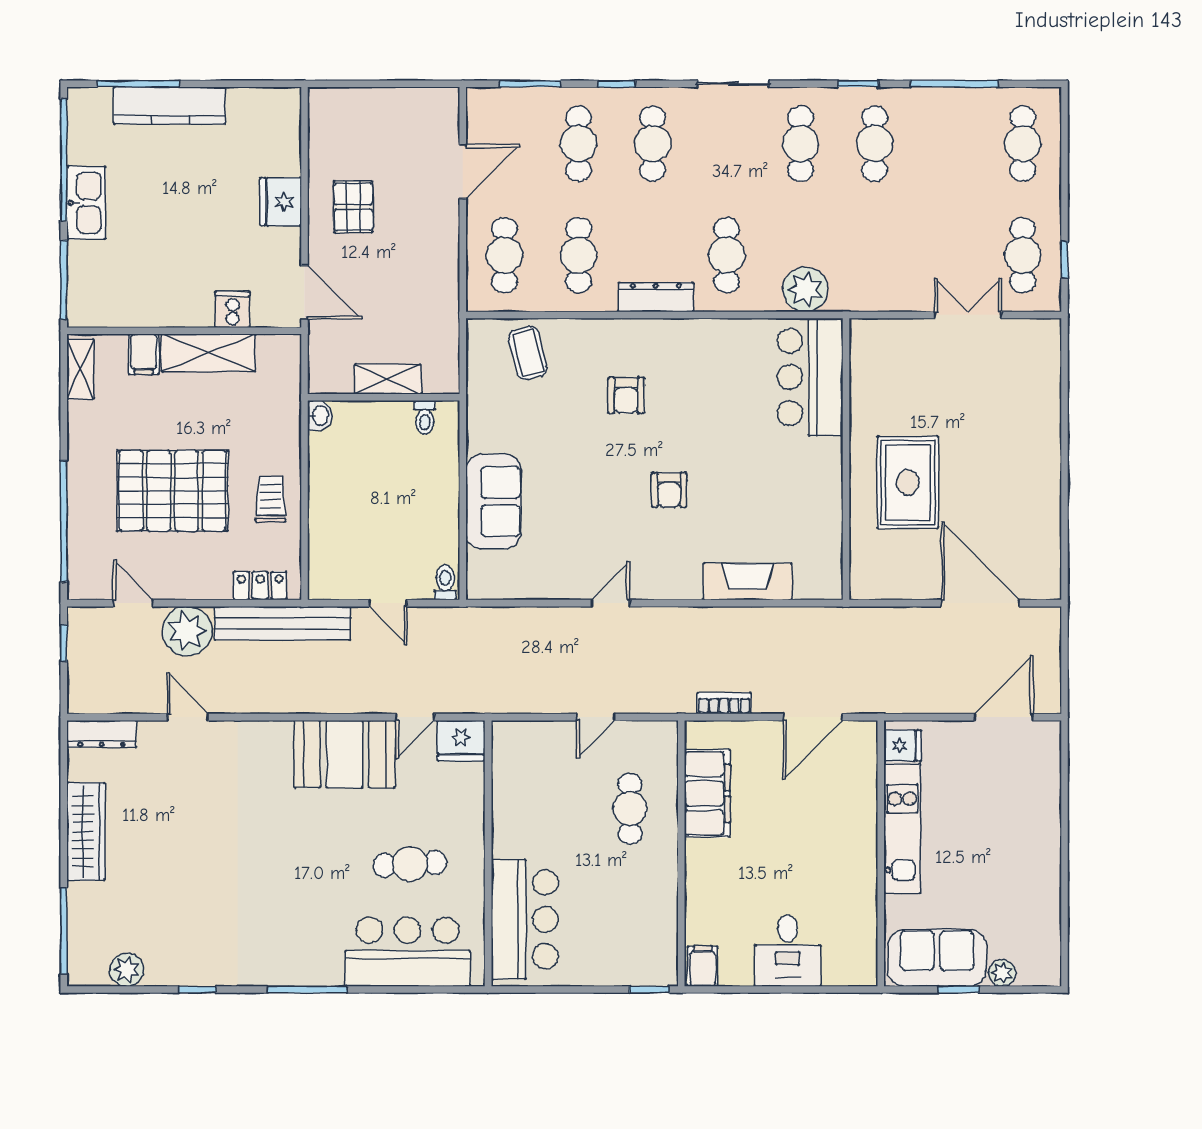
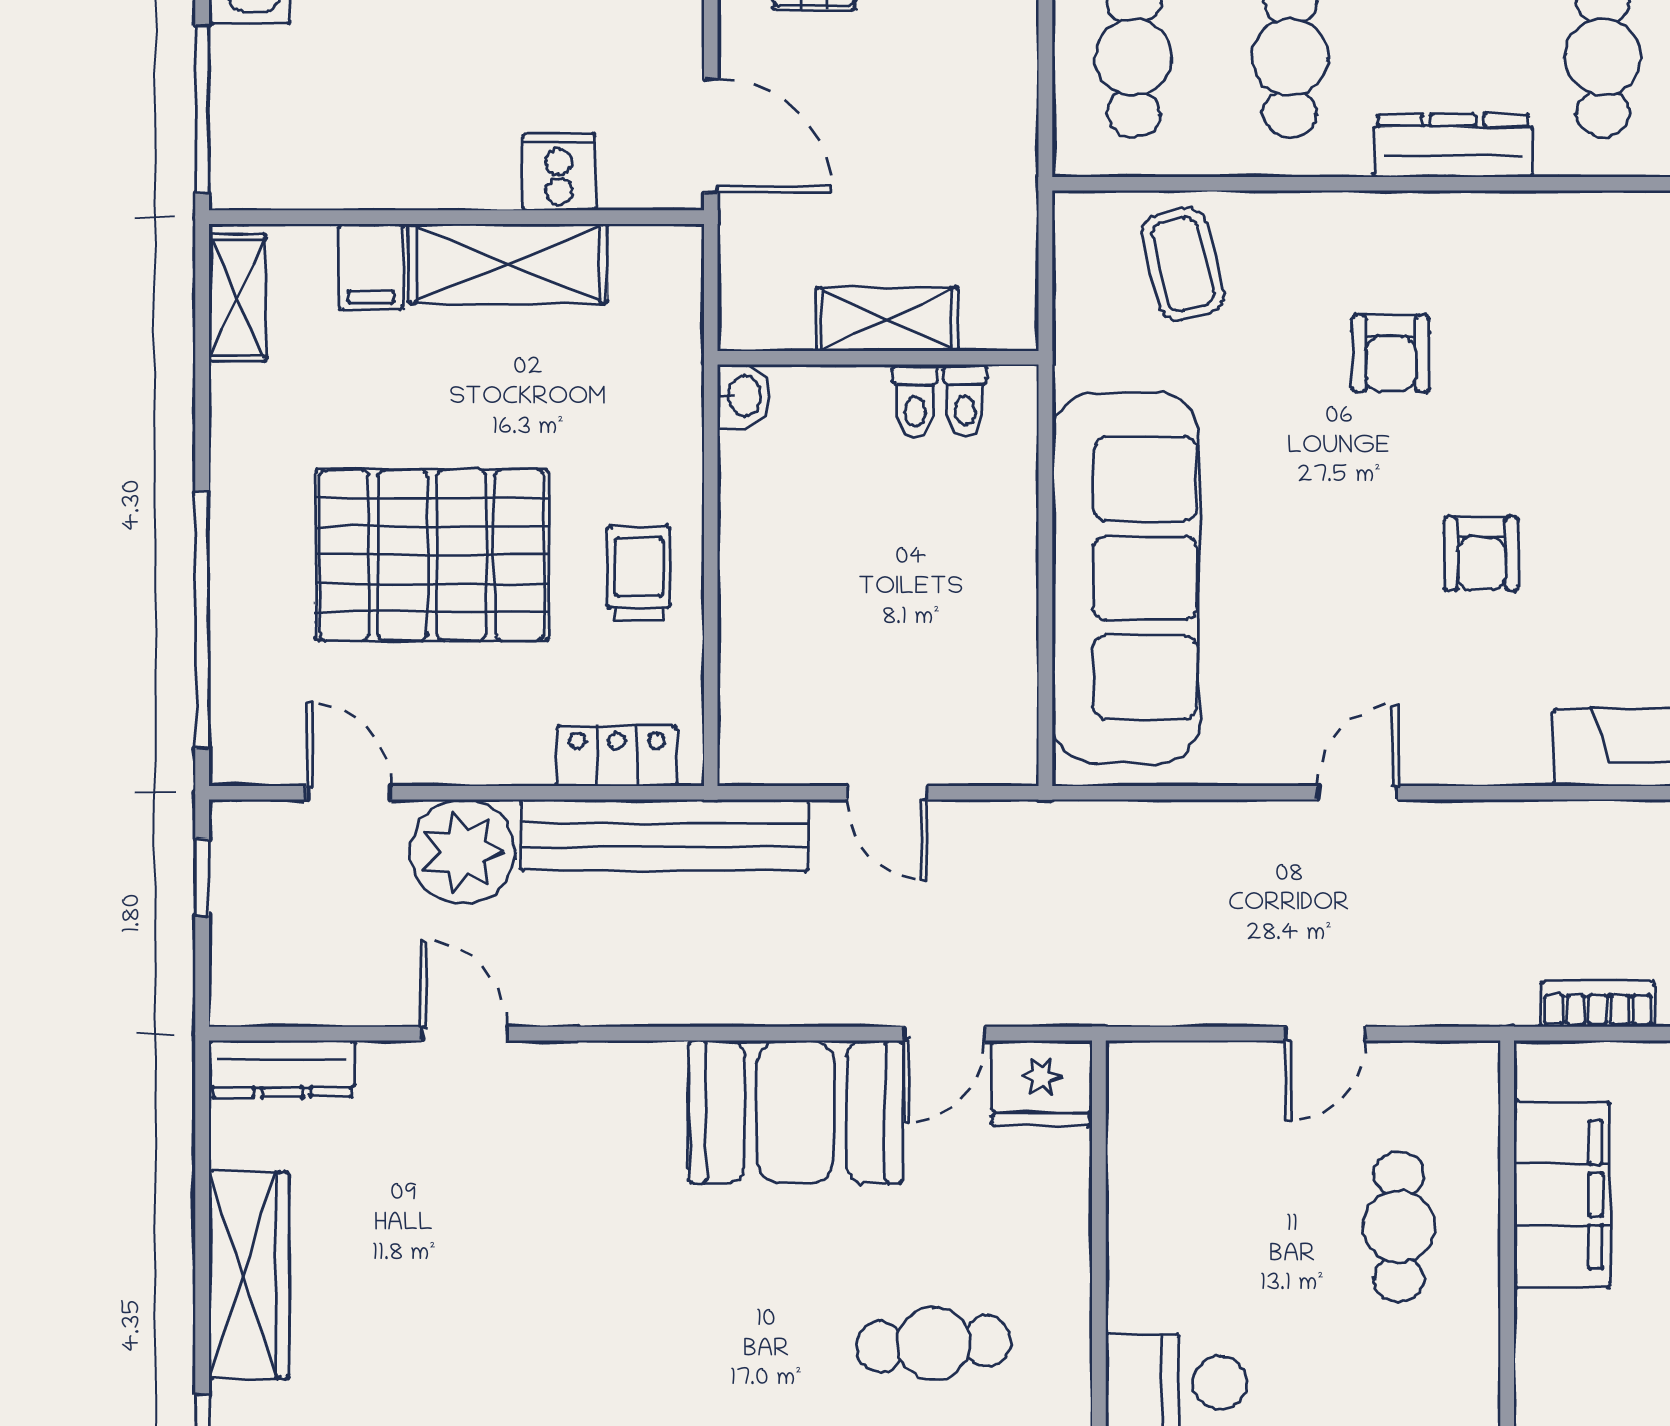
sofa: (493, 501) -> (1126, 578), width x1.85, depth x1.27
toilet: (445, 583) -> (915, 401), moved, turned 180

